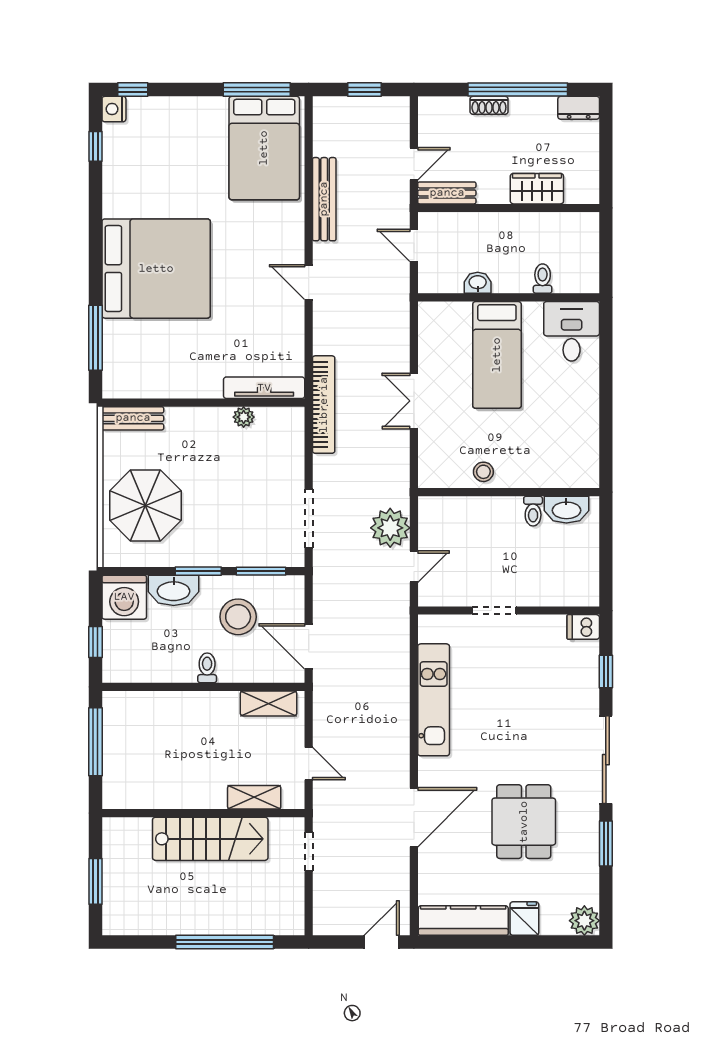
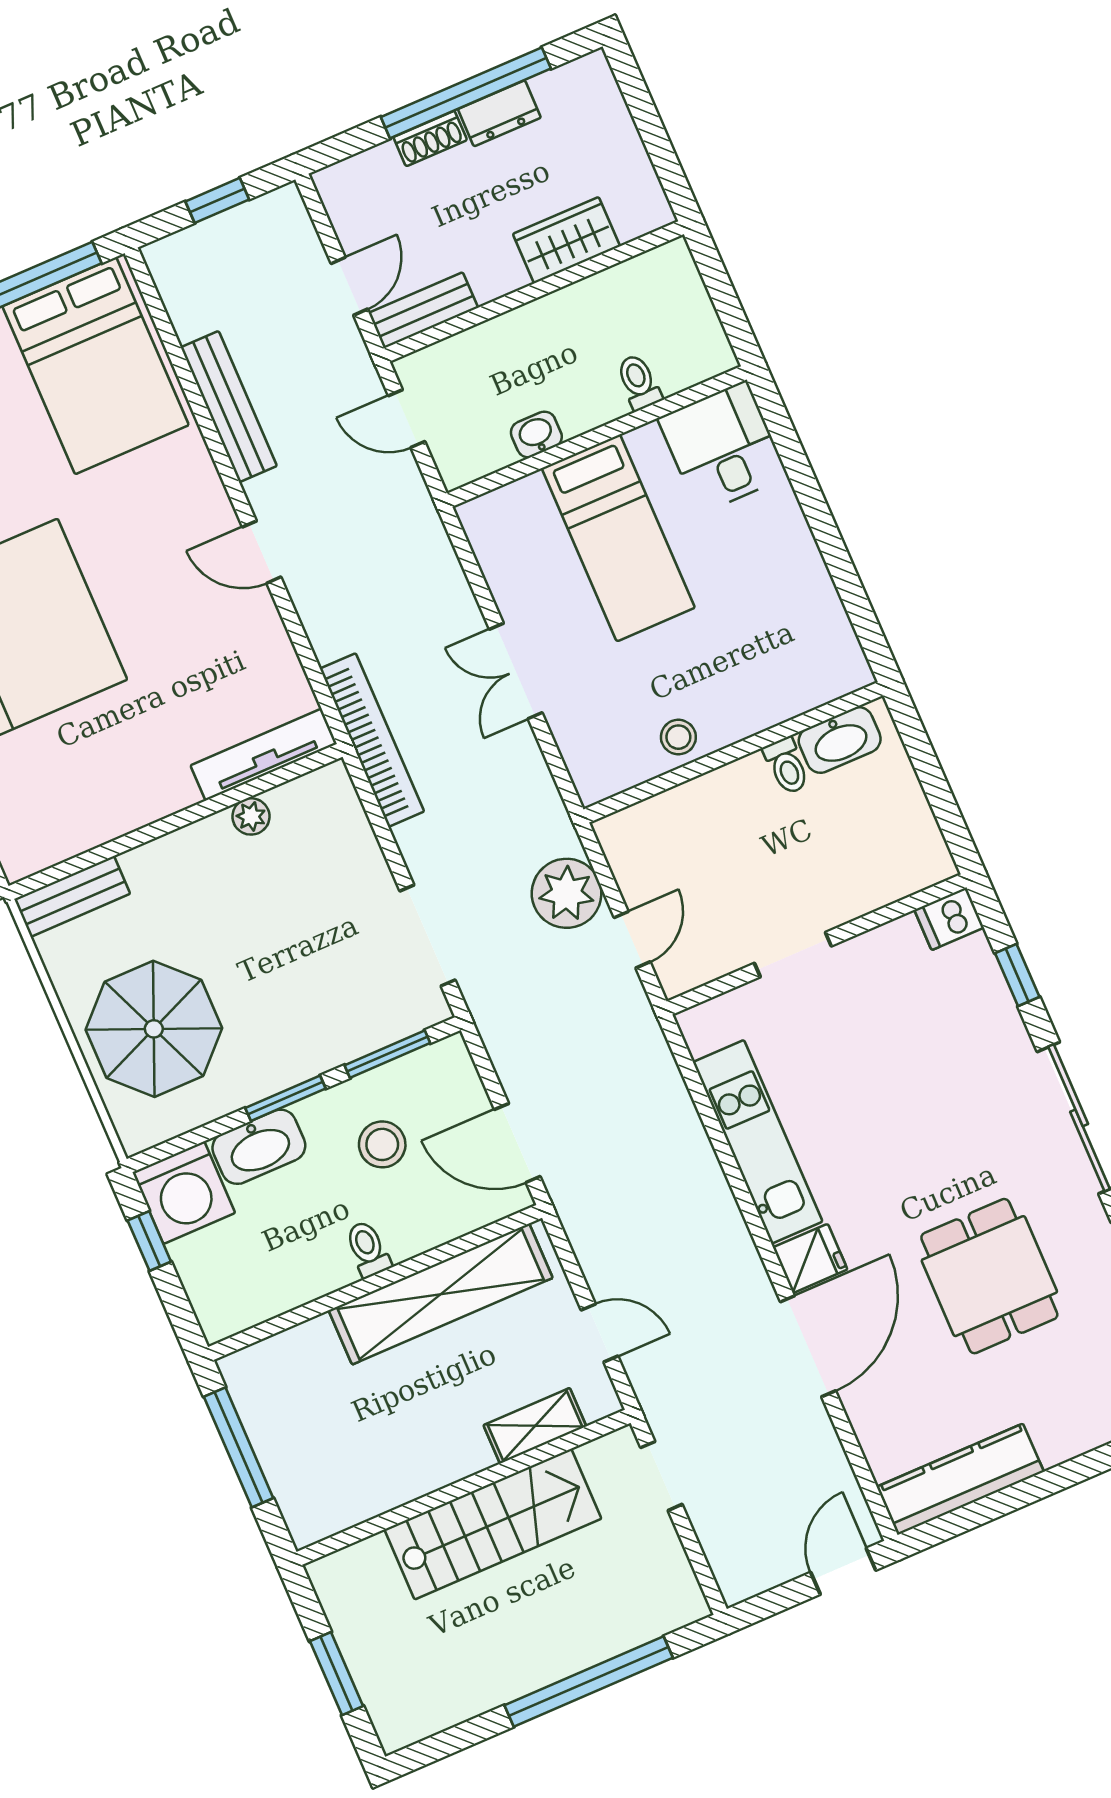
dresser: (579, 108) -> (499, 113), moved
stool: (238, 617) -> (382, 1144), width x0.73, depth x0.73
window: (95, 642) -> (149, 1241), moved
shelving: (269, 703) -> (441, 1294), width x2.20, depth x1.33
fridge: (524, 919) -> (810, 1258), moved, turned 90

